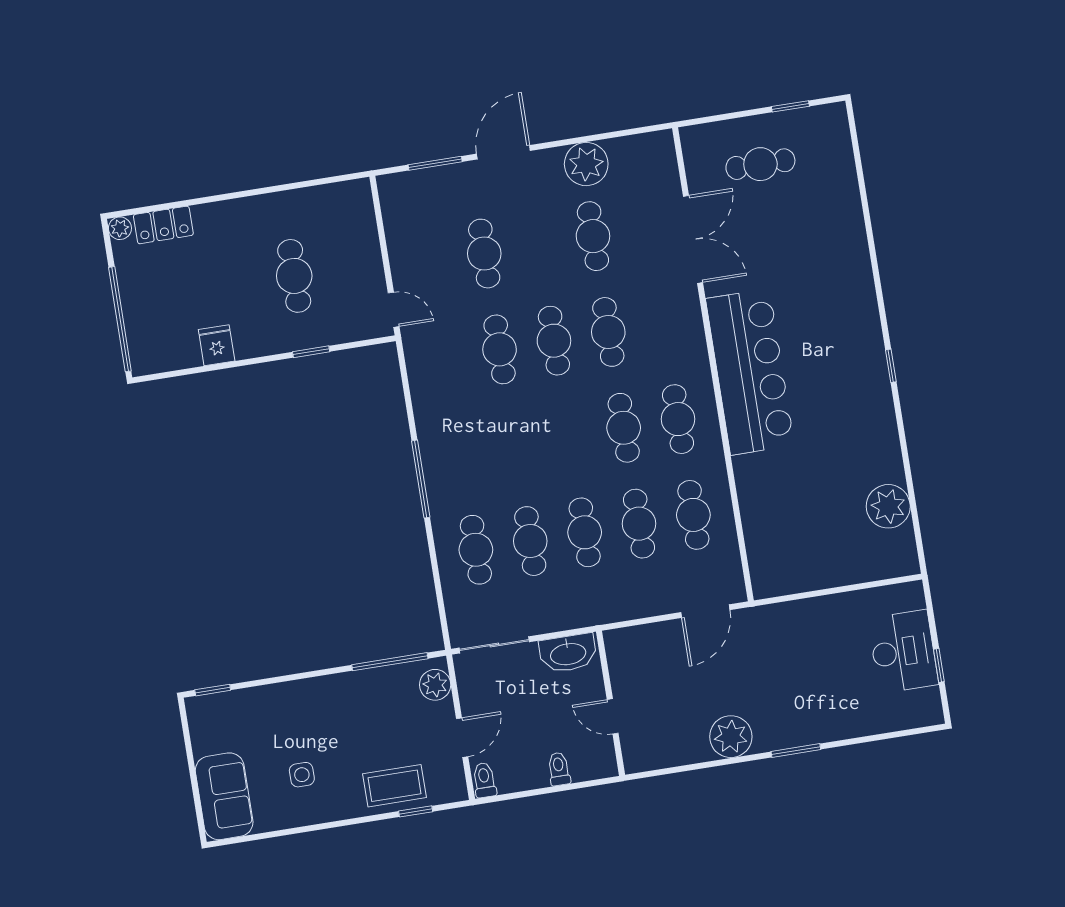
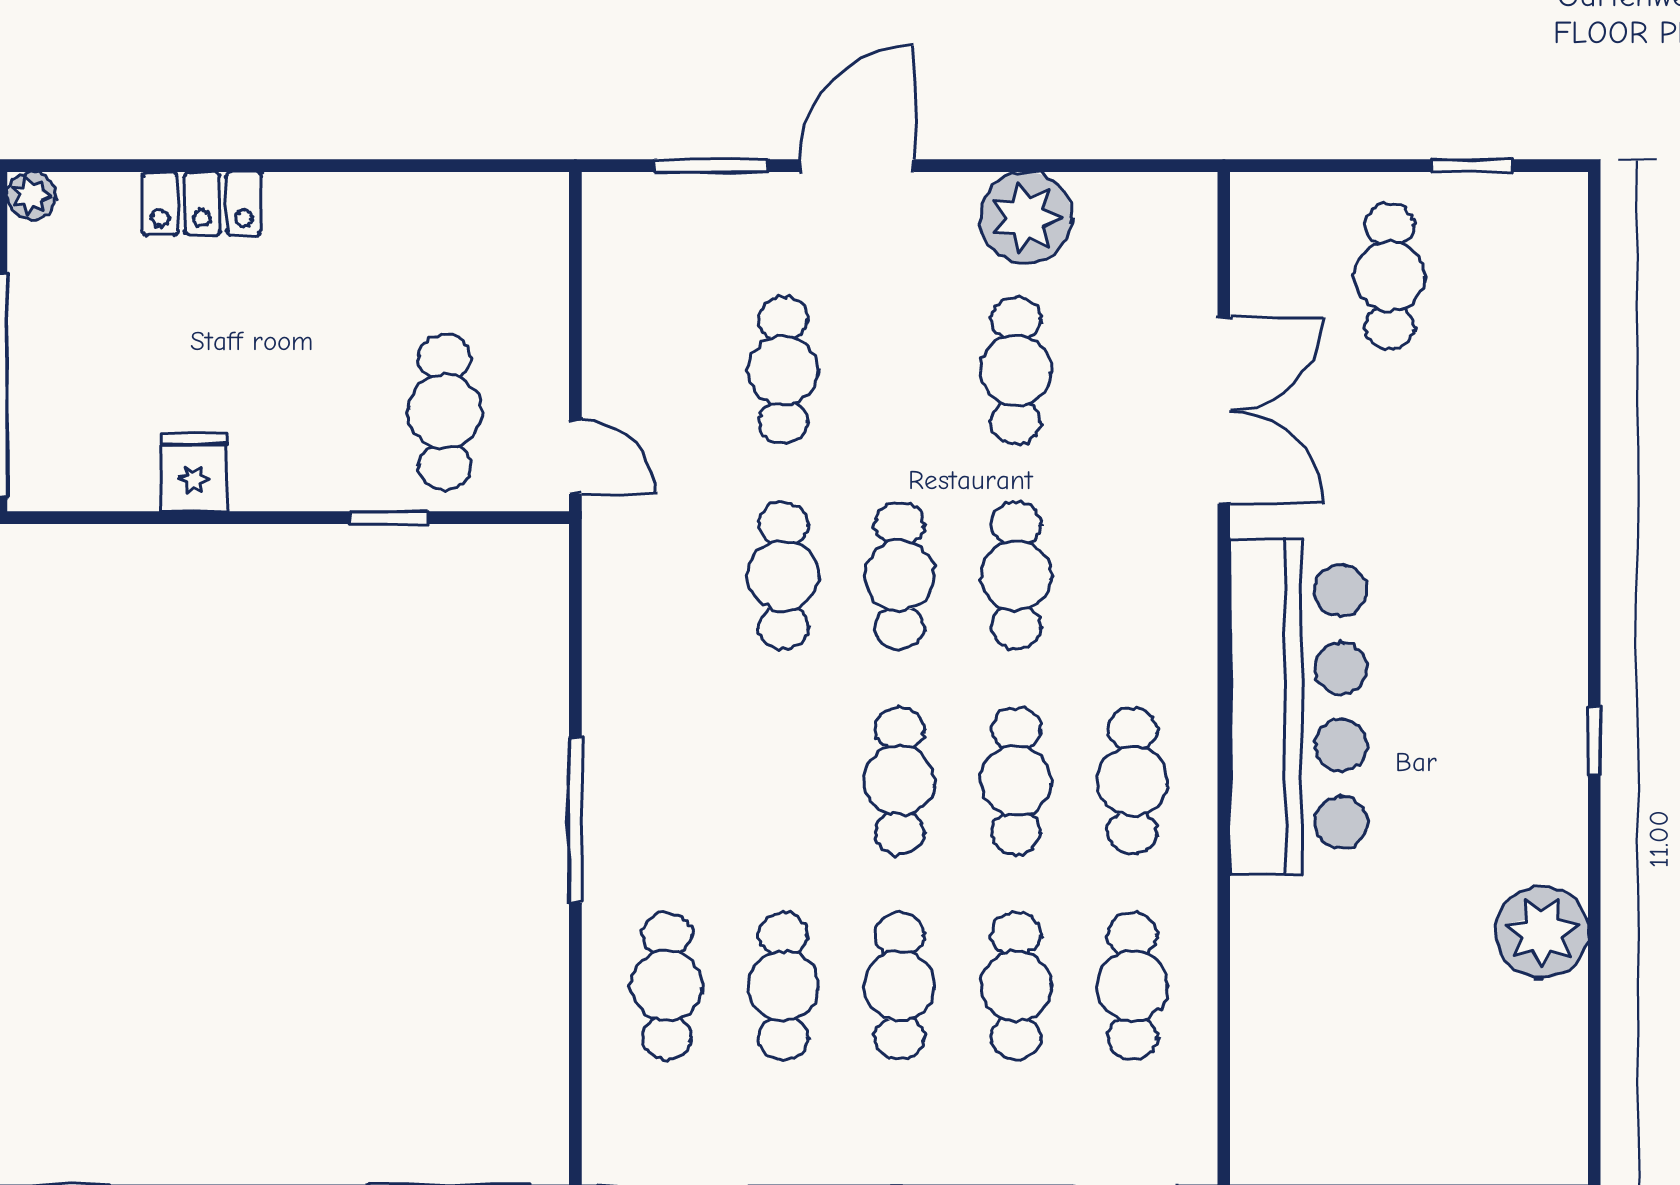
cafe table: (760, 164) -> (1390, 276), turned 90
locker: (163, 225) -> (202, 203), moved
cafe table: (294, 276) -> (445, 412), moved
cafe table: (569, 436) -> (900, 781), added
plant: (888, 506) -> (1542, 932), moved

